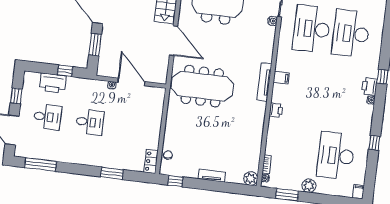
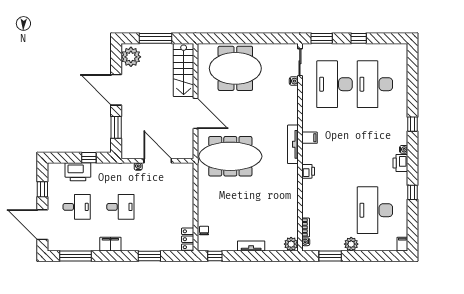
printer: (369, 86) -> (400, 163), moved
filing cabinet: (76, 157) -> (110, 244), added

